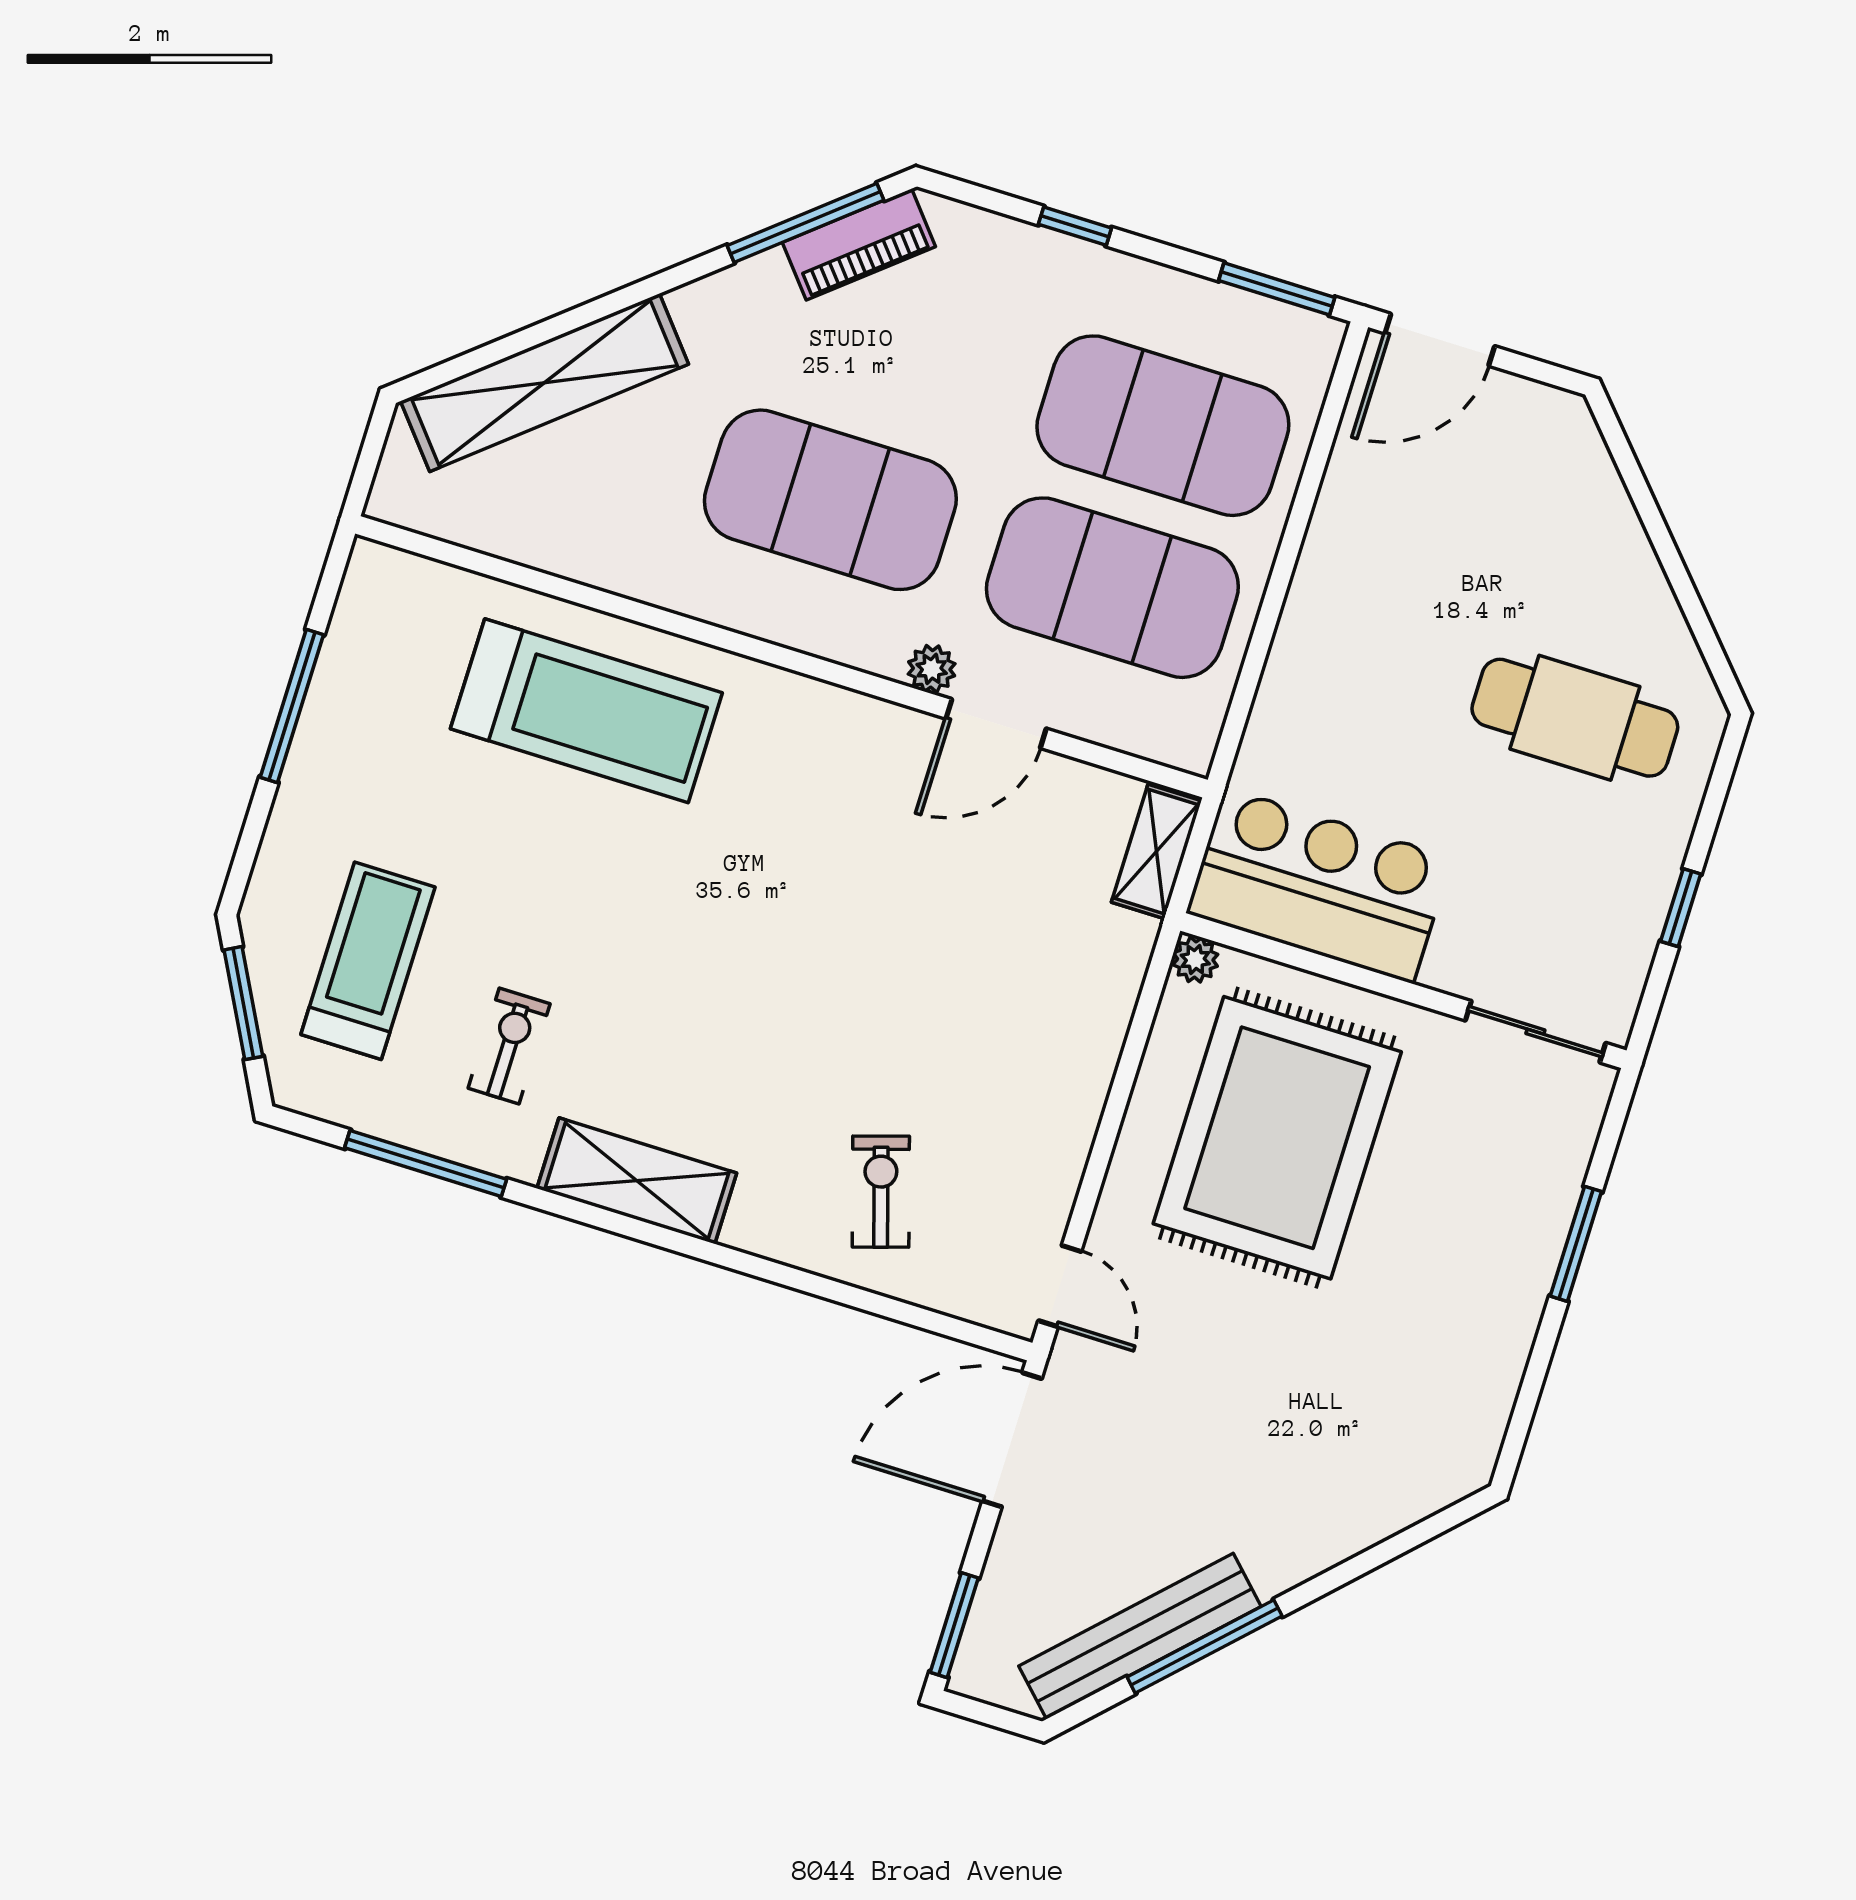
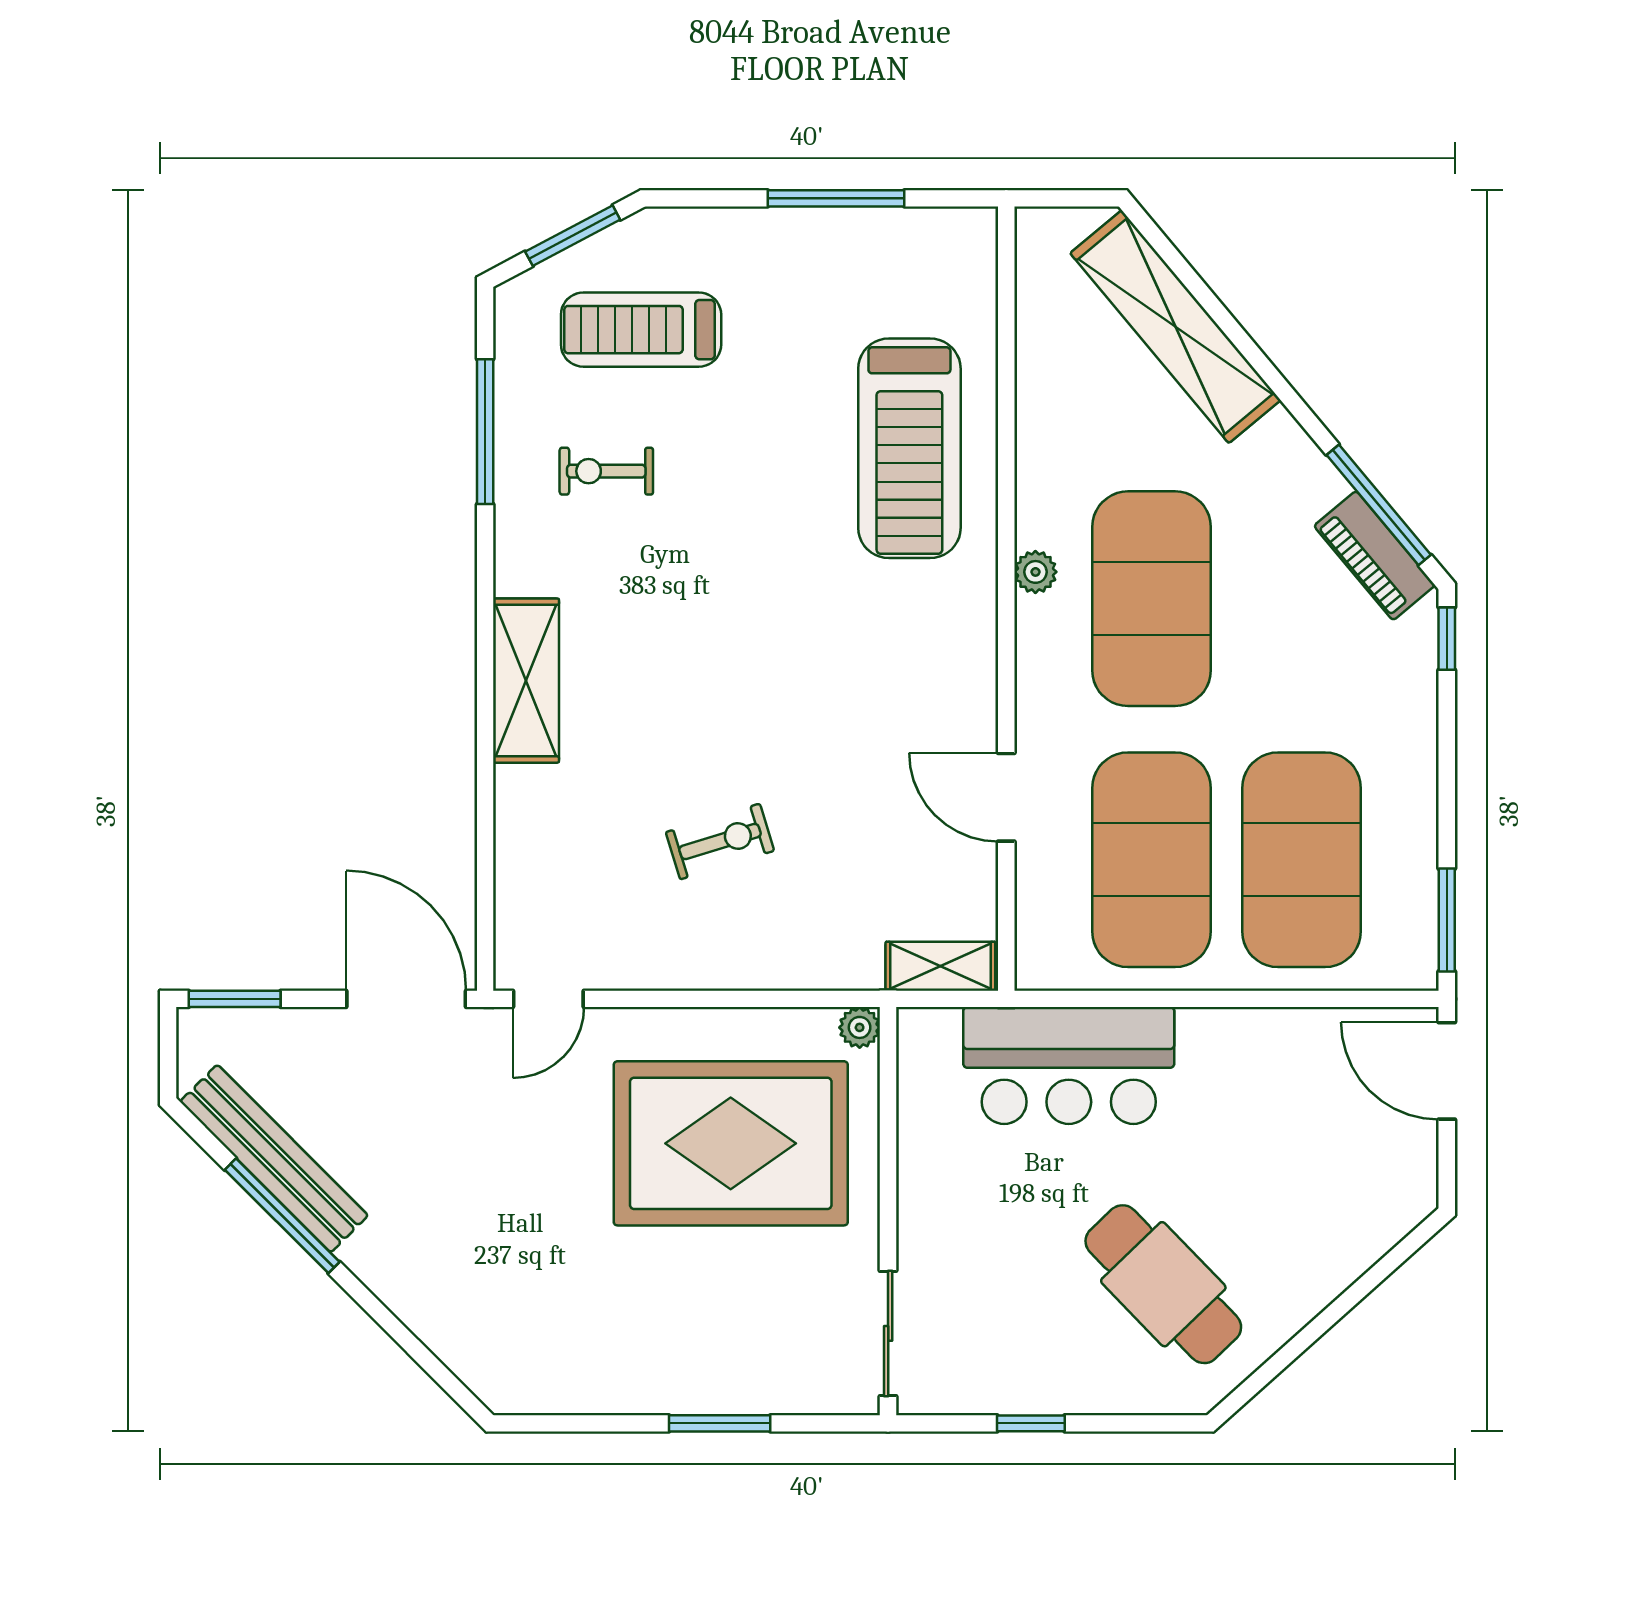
window: (1075, 226) -> (1447, 639), moved
plant: (932, 669) -> (1035, 572), moved
cafe table: (1575, 718) -> (1163, 1284), turned -44
bar counter: (1319, 885) -> (1069, 1066), moved, turned 90
treadmill: (368, 961) -> (641, 330), turned 180
exercise bike: (509, 1046) -> (606, 471), turned 180
shelving: (637, 1181) -> (526, 681), moved
exercise bike: (881, 1192) -> (720, 841), moved

